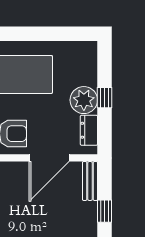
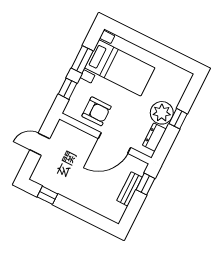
bench: (90, 181) -> (129, 189), moved
window: (105, 211) -> (145, 184), moved

